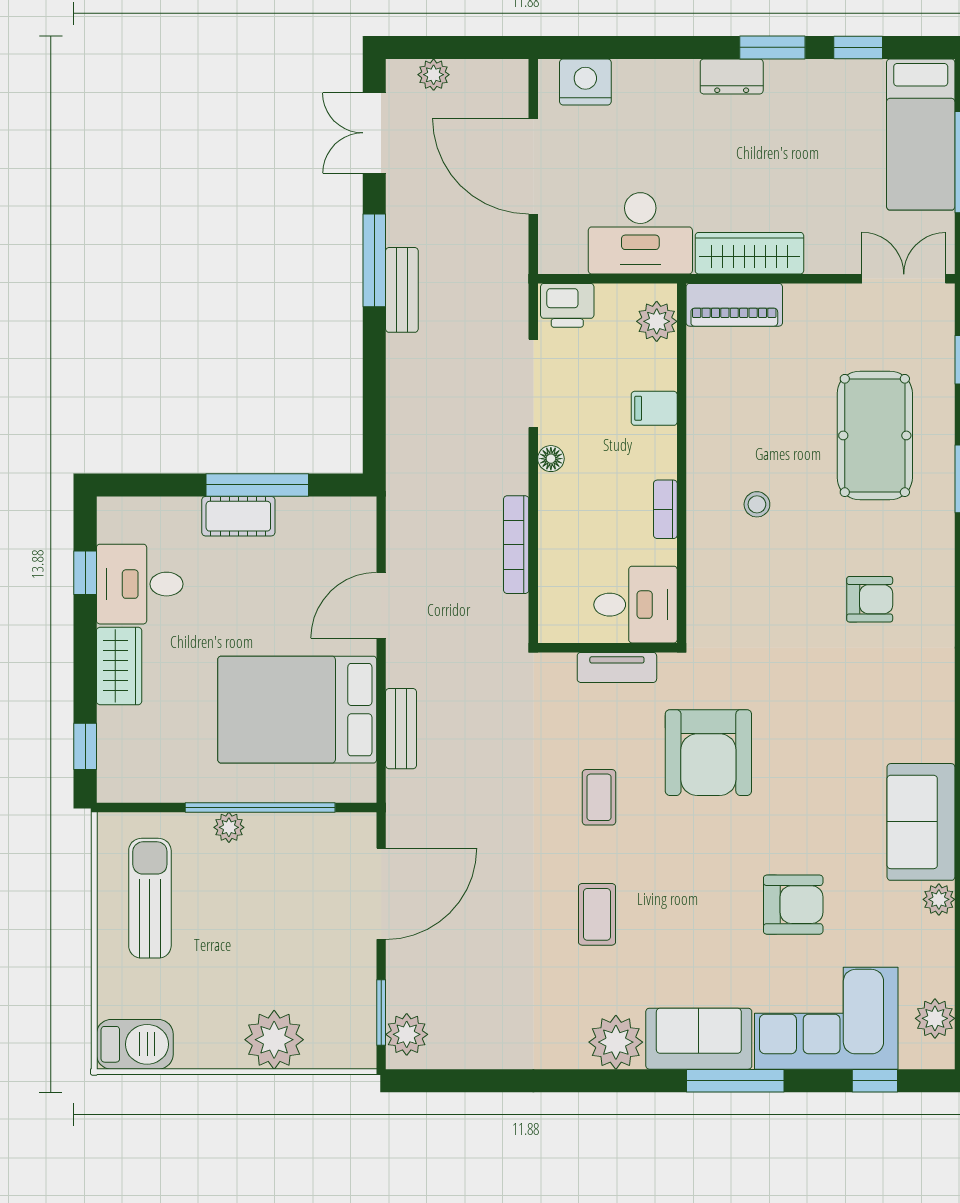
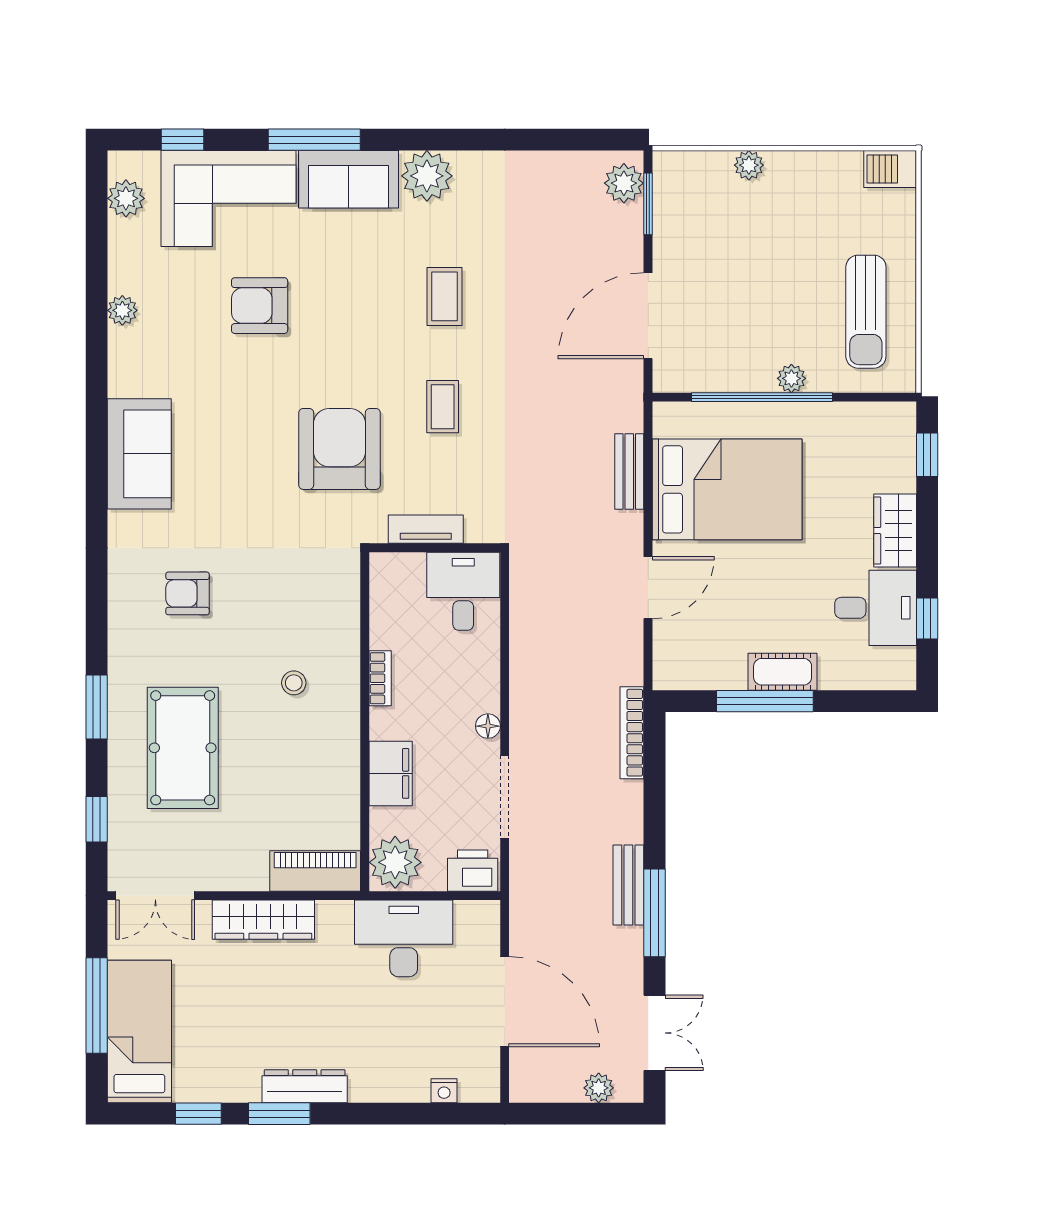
dresser: (732, 76) -> (305, 1086), width x1.44
nightstand: (585, 82) -> (444, 1091), width x0.53, depth x0.56
wardrobe: (749, 253) -> (263, 920), moved
plant: (657, 321) -> (395, 862), width x1.36, depth x1.36
filing cabinet: (654, 408) -> (391, 773), width x2.00
bookcase: (516, 545) -> (632, 733), moved, turned 180
desk: (635, 605) -> (463, 591), moved, turned 90
sofa: (921, 822) -> (139, 454), moved
plant: (274, 1040) -> (749, 165), width x0.53, depth x0.53
barbecue: (135, 1044) -> (890, 169), width x0.73, depth x0.79

